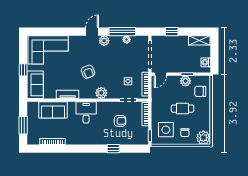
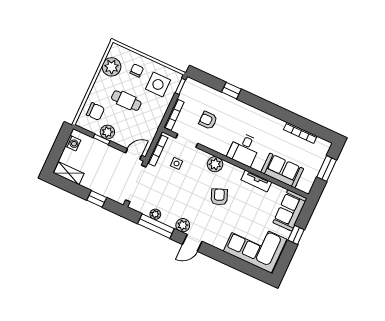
plant: (203, 138) -> (112, 67), moved

